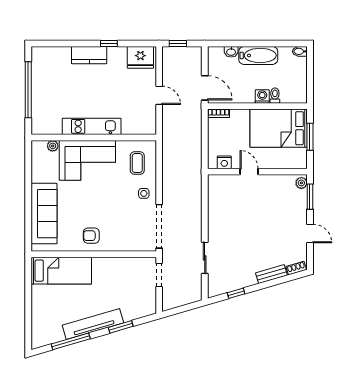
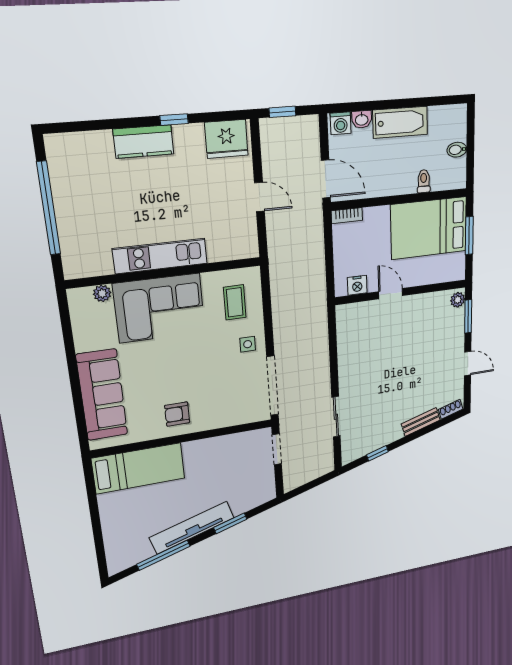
bidet: (300, 51) -> (457, 150), moved
washing machine: (262, 96) -> (341, 123), moved, turned 180

